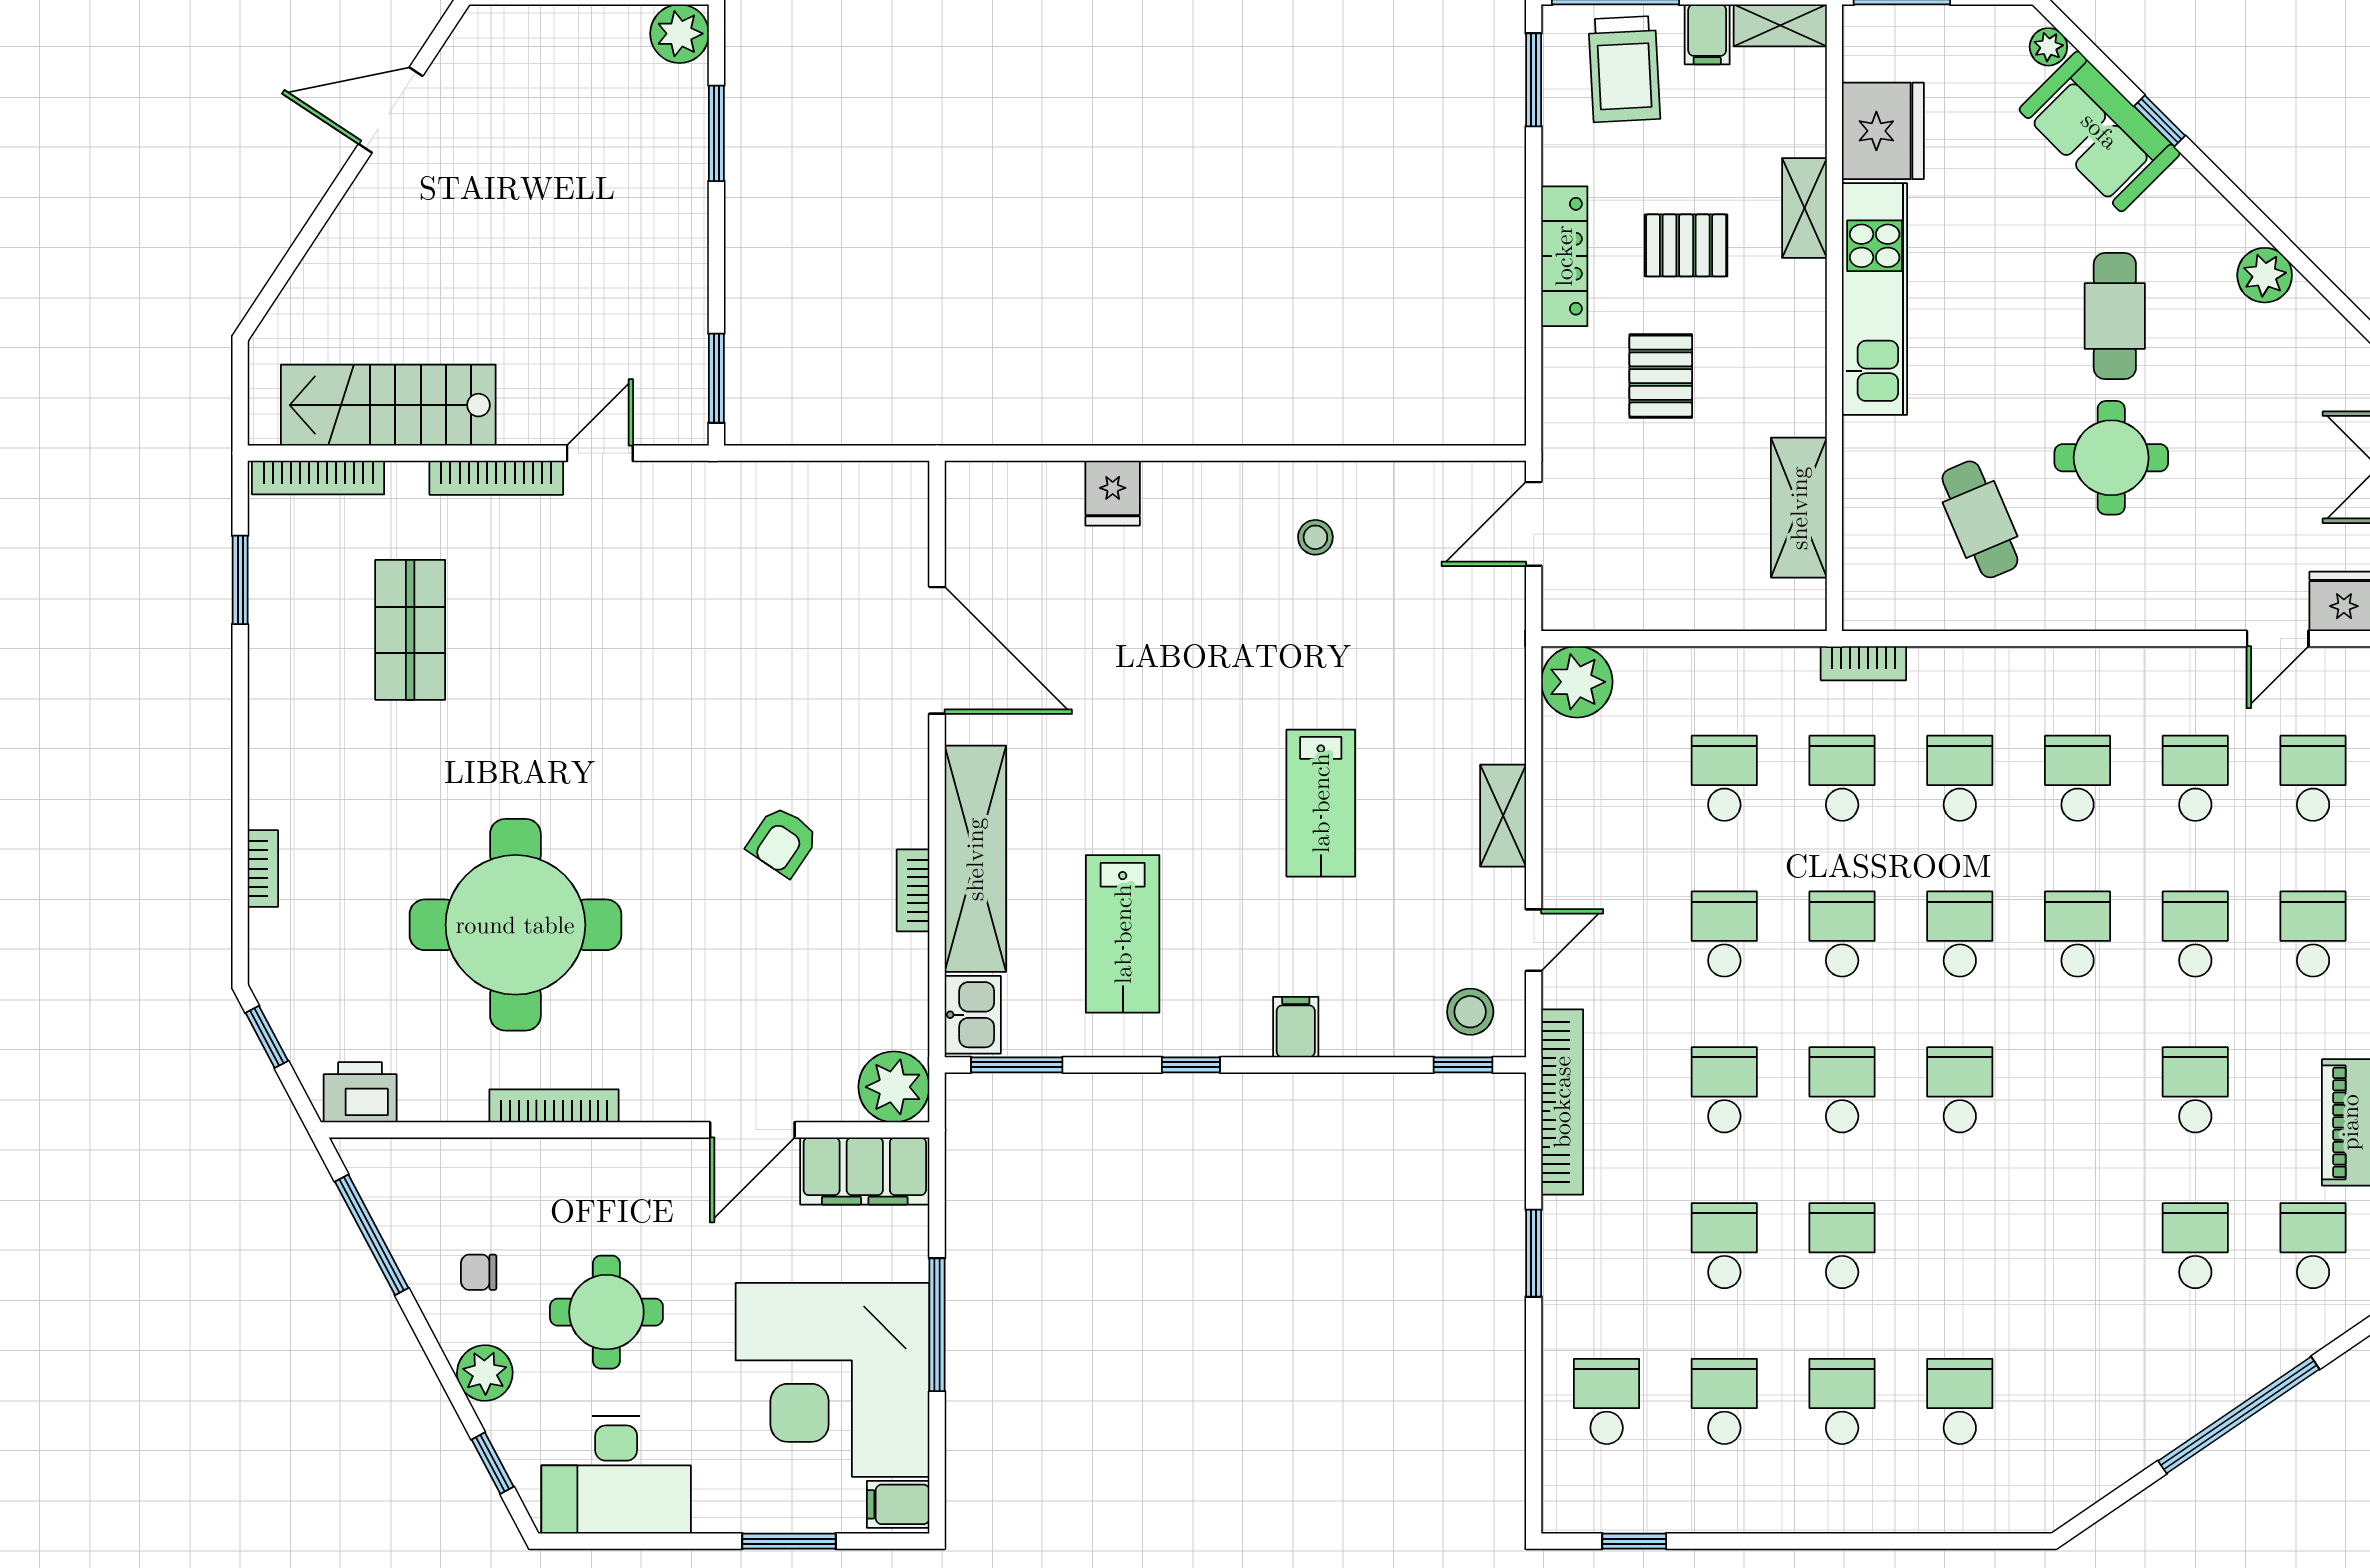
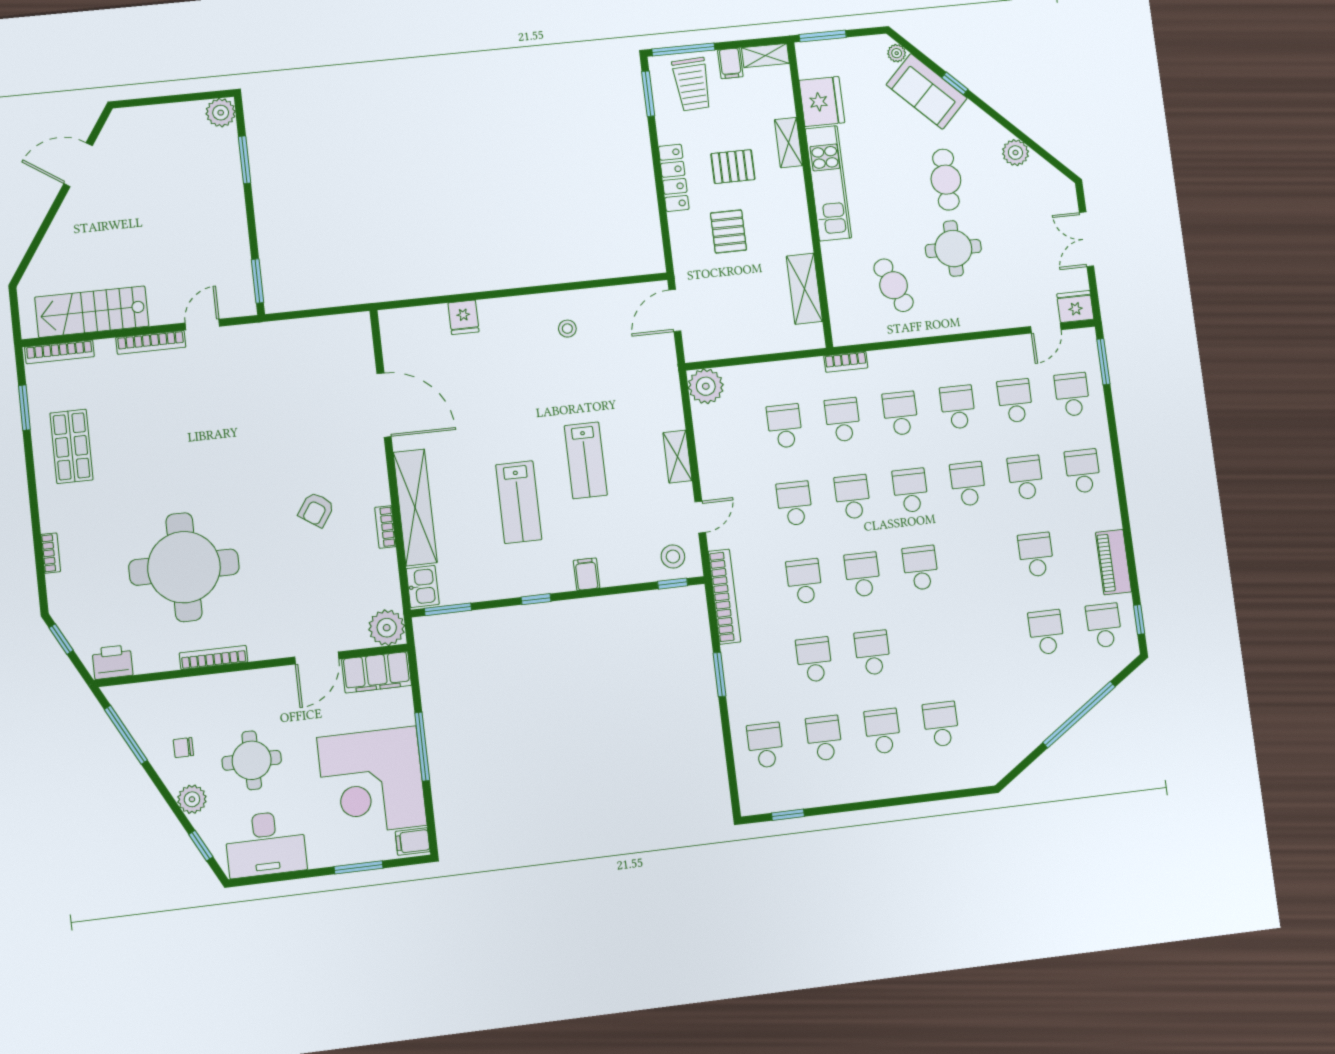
shop shelf: (410, 630) -> (72, 446), moved
lab bench: (1123, 934) -> (519, 502), moved

